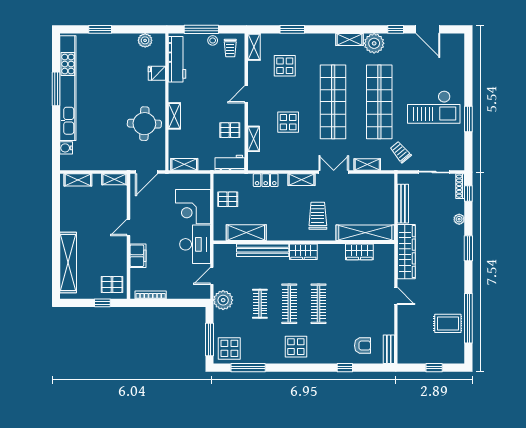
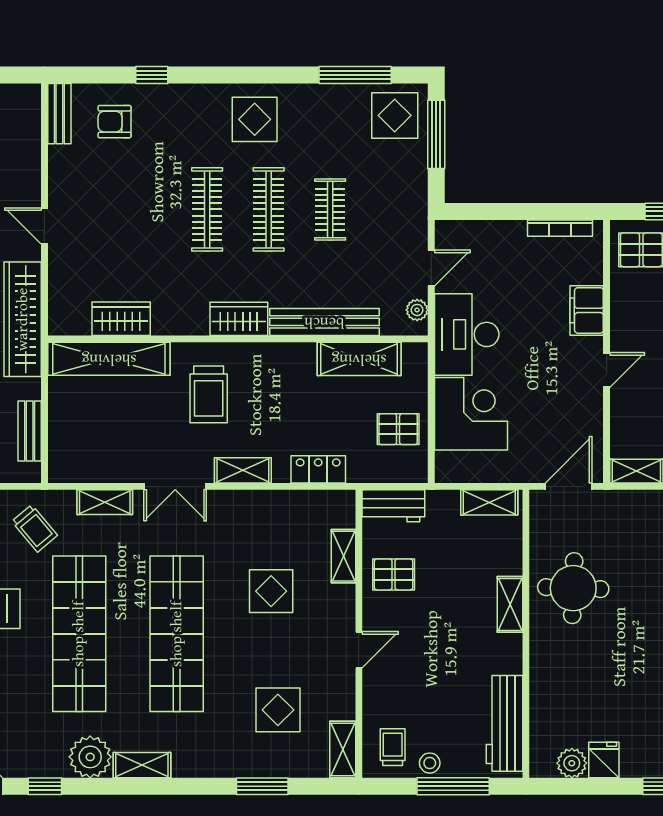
fridge: (157, 73) -> (604, 760), moved, turned -90
bench: (403, 204) -> (30, 431), width x0.73
plant: (223, 300) -> (417, 310), moved, width x0.53, depth x0.53

